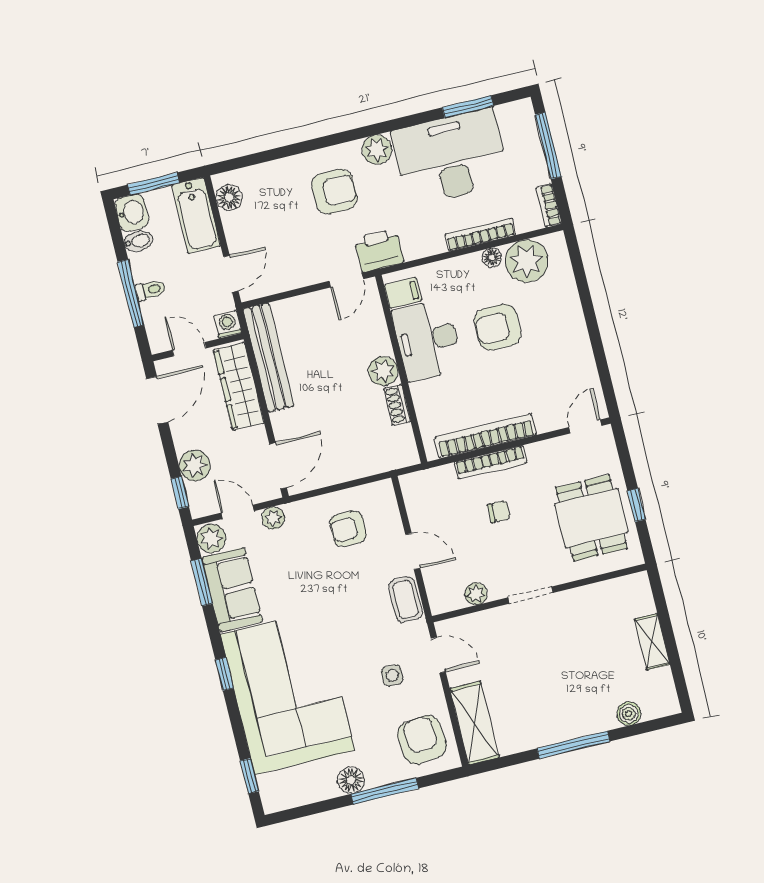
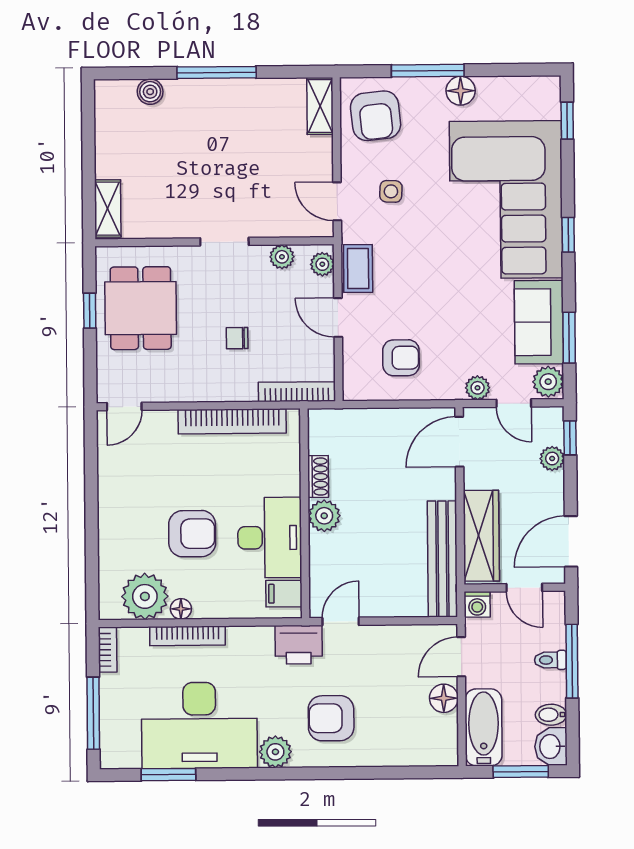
floor lamp: (229, 198) -> (444, 698), moved
bookcase: (491, 462) -> (297, 392), moved
plant: (195, 465) -> (552, 459), width x0.73, depth x0.73
plant: (438, 596) -> (322, 264), added
shelving: (652, 642) -> (108, 209), moved
shelving: (474, 723) -> (320, 106), width x0.67, depth x0.75

